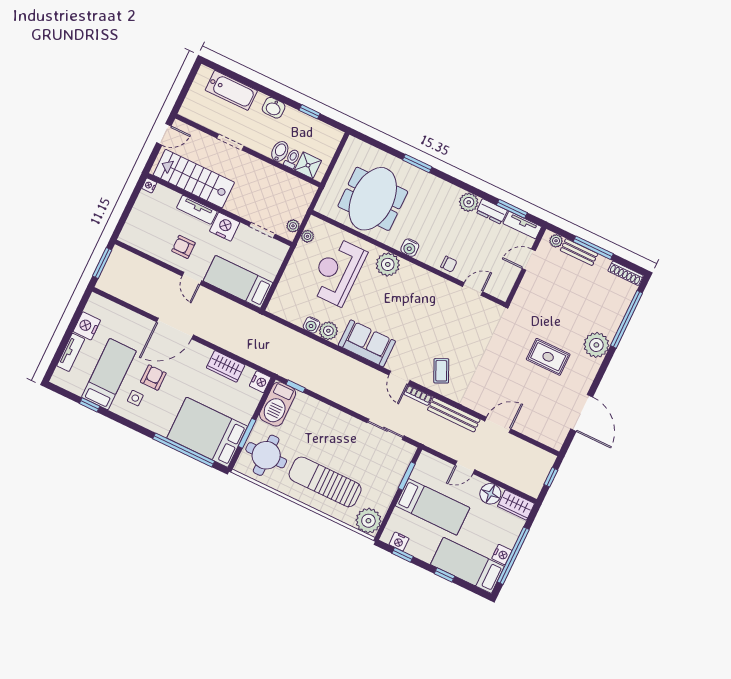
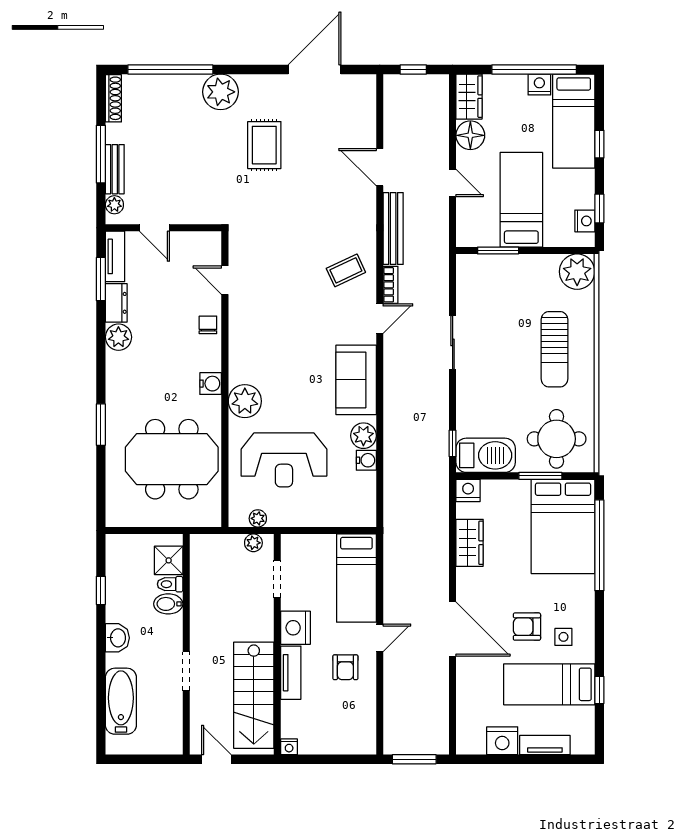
sliding door: (386, 429) -> (453, 342), moved
sun lounger: (325, 482) -> (554, 349), width x0.73, depth x0.75

